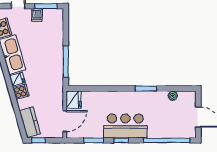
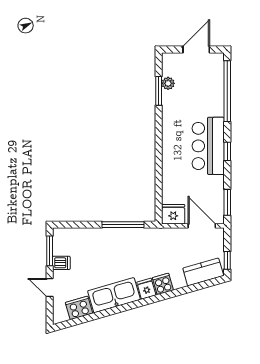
window: (146, 89) -> (159, 91), moved
window: (94, 140) -> (227, 202), moved

